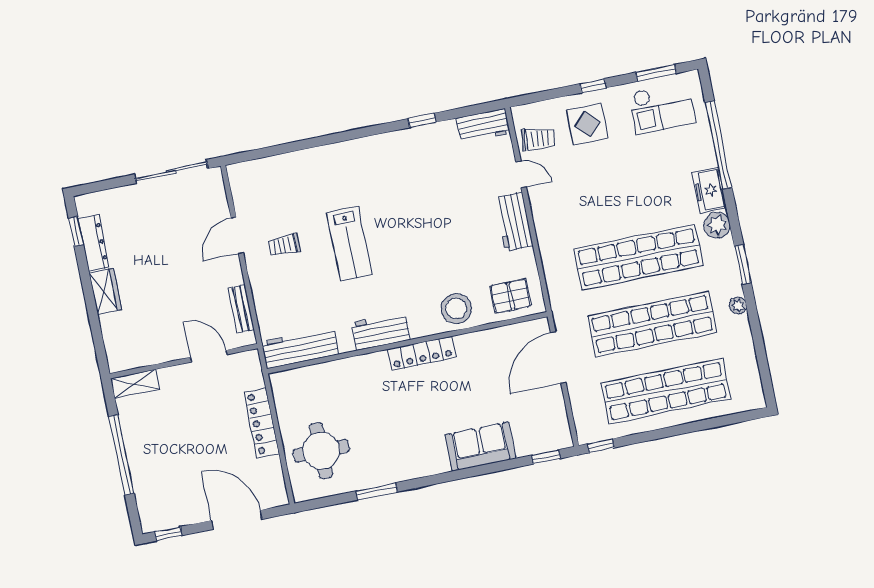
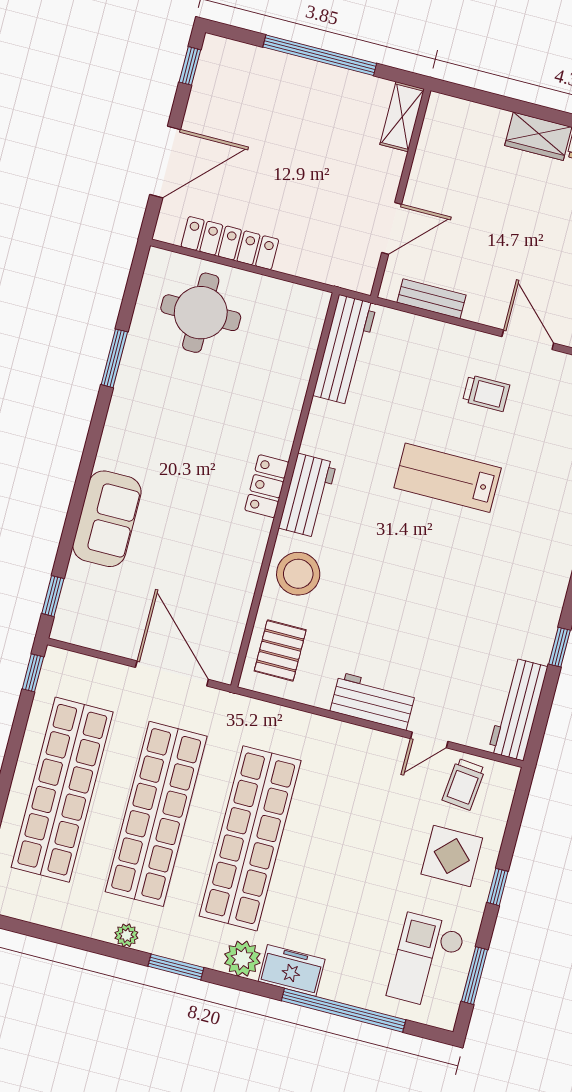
workbench: (483, 126) -> (518, 709), width x1.38
trolley: (284, 245) -> (486, 393), turned 90
workbench: (381, 331) -> (308, 496), moved
locker: (422, 353) -> (267, 486), width x0.66
locker: (262, 423) -> (230, 243), moved

